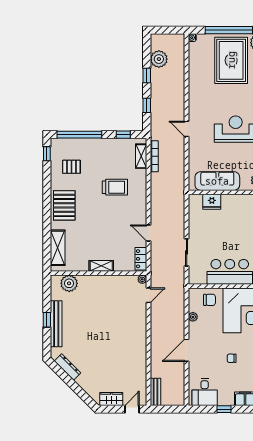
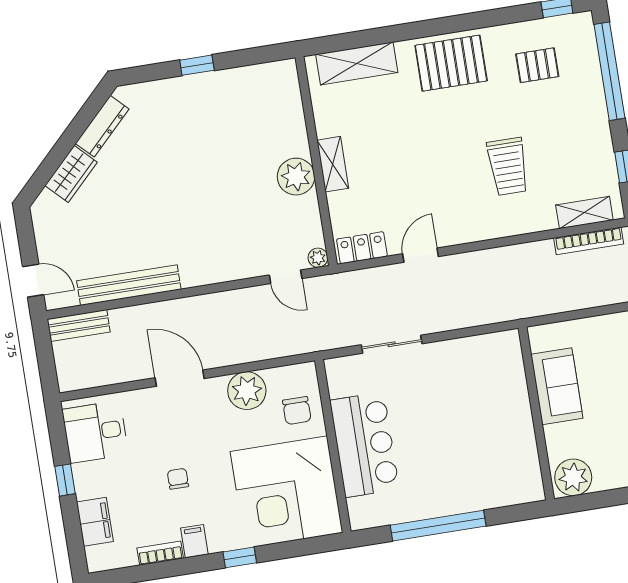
pallet: (71, 167) -> (537, 65), turned 90
sofa: (217, 181) -> (557, 386), width x0.73
fridge: (212, 202) -> (510, 382), removed
plant: (69, 283) -> (296, 177), moved
plant: (193, 317) -> (247, 391), width x1.88, depth x1.88
bench: (56, 324) -> (129, 285), moved
wardrobe: (111, 399) -> (71, 174), moved, turned 45

